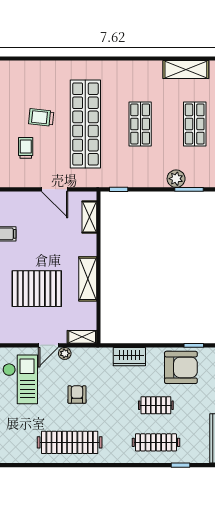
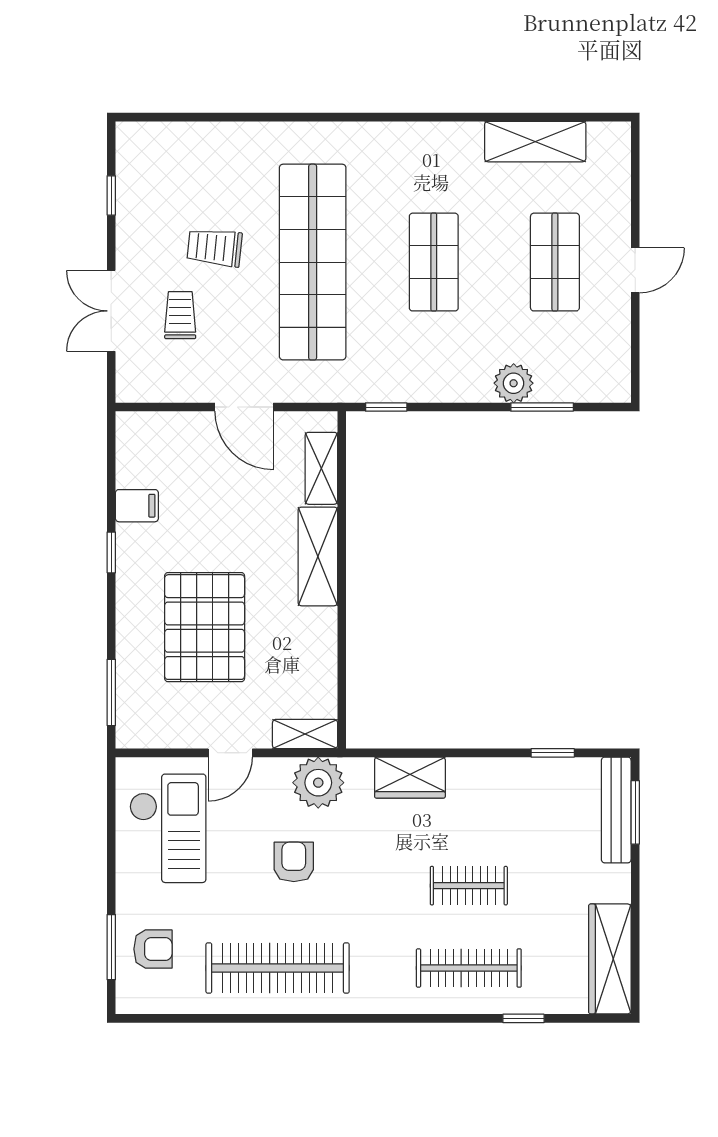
shelving: (88, 279) -> (318, 556), moved
pallet: (37, 289) -> (205, 627), turned 90
plant: (65, 353) -> (318, 783), moved, width x1.87, depth x1.87
armchair: (181, 367) -> (153, 949), moved, width x0.53, depth x0.53

